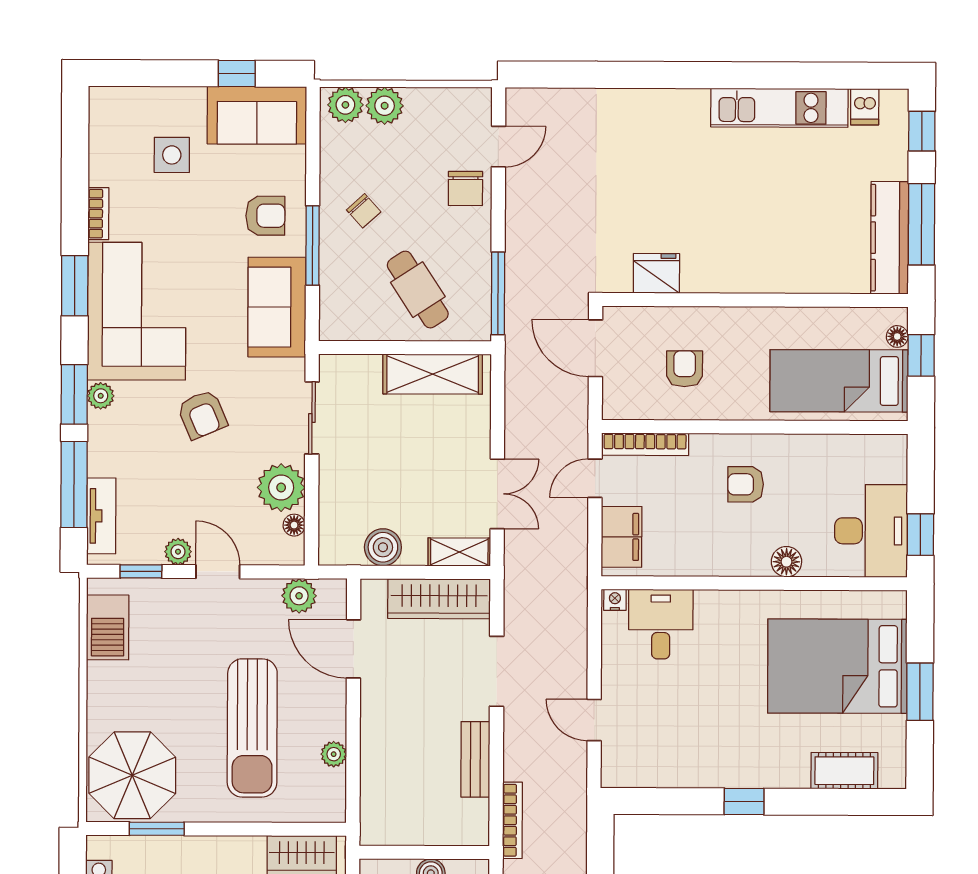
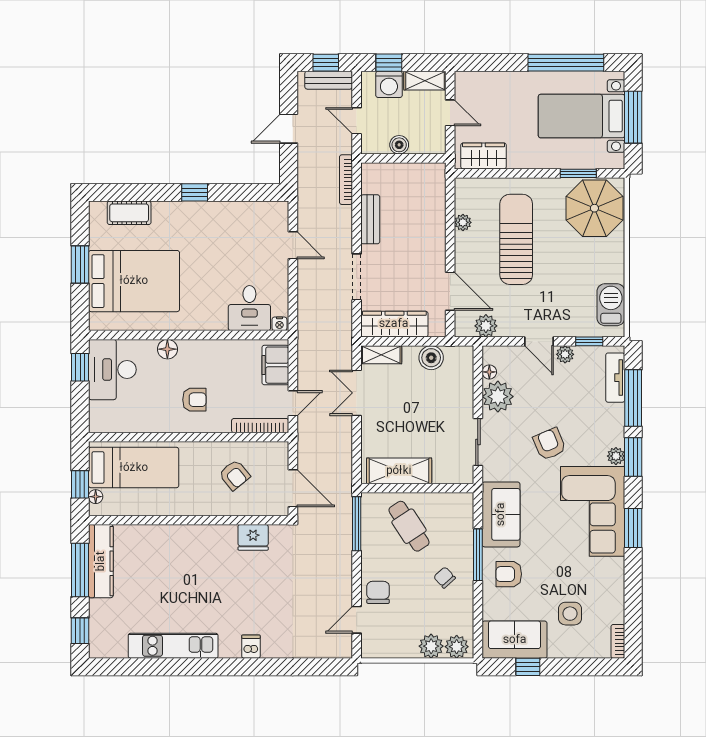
dishwasher: (865, 107) -> (251, 647), moved
bookcase: (98, 214) -> (618, 641), moved
armchair: (685, 369) -> (235, 475), turned -39

